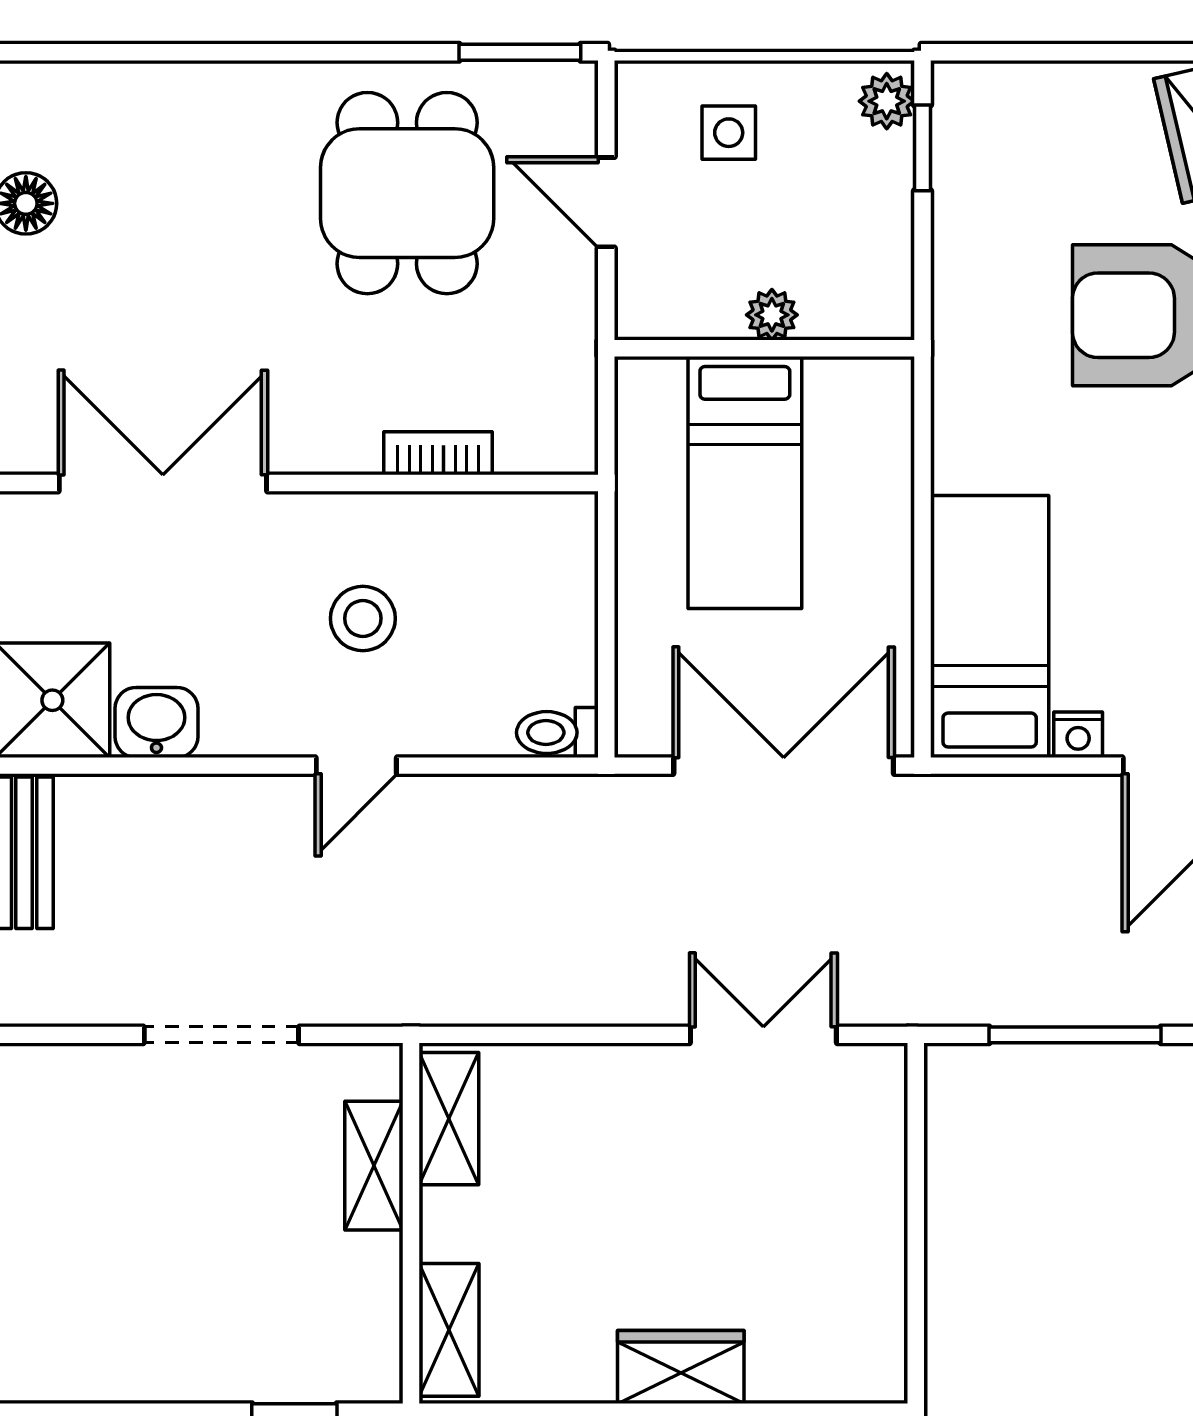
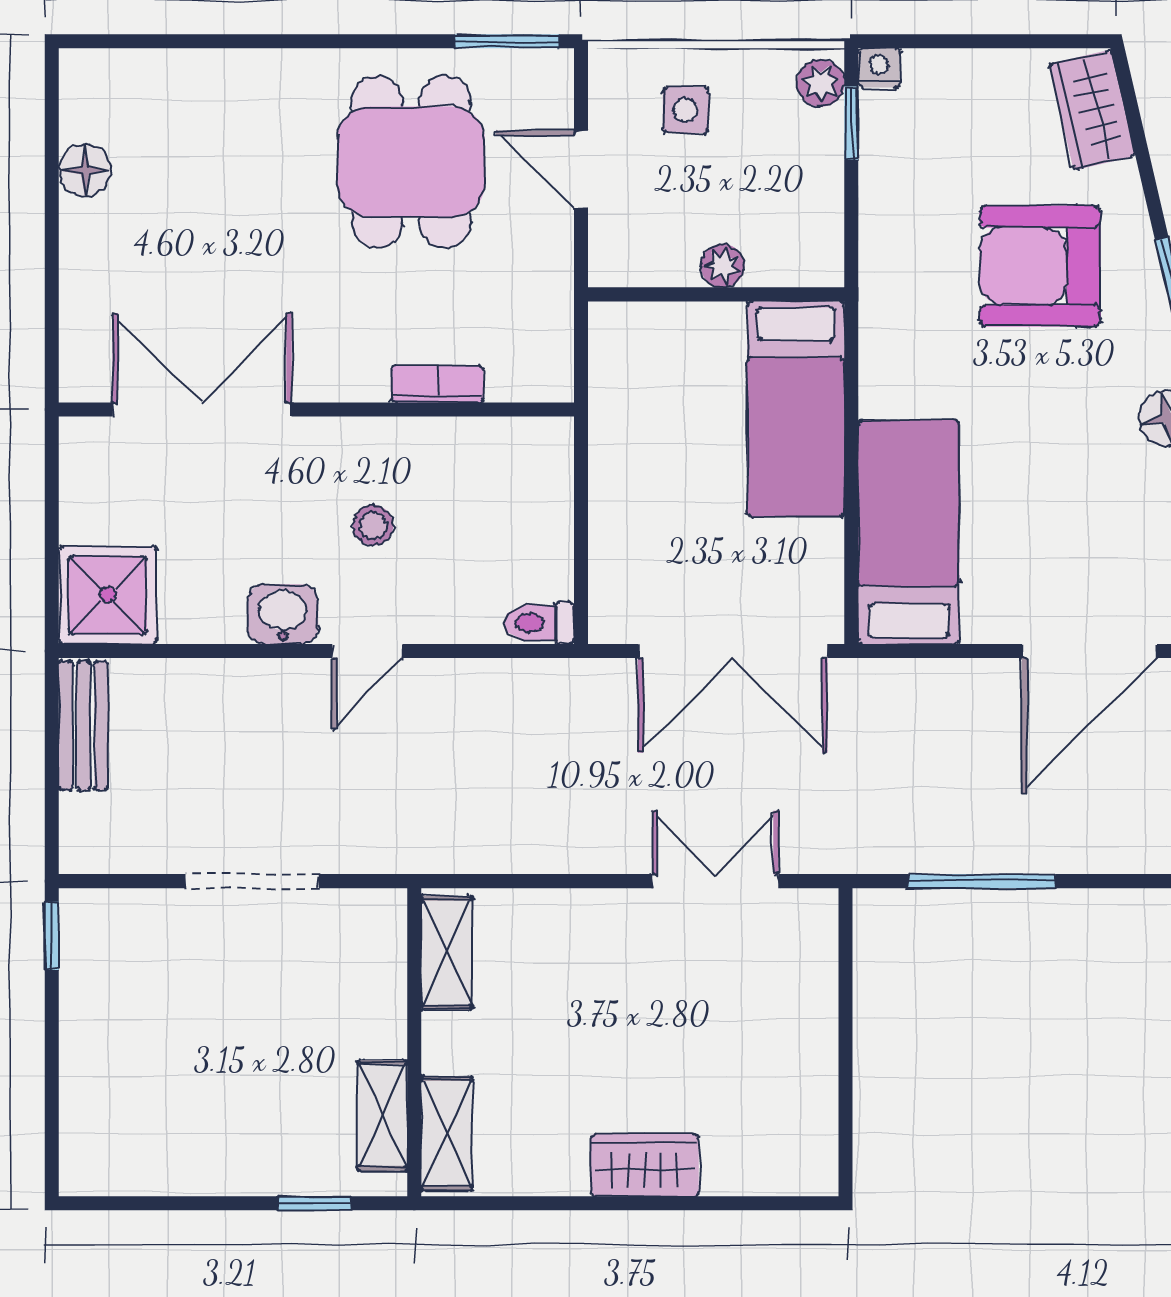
bed: (745, 482) -> (796, 409), moved
stool: (363, 618) -> (373, 525), width x0.73, depth x0.73
washbasin: (156, 722) -> (283, 614), moved
nightstand: (1078, 735) -> (879, 68), moved, turned 180
double door: (784, 766) -> (733, 651), swing flipped
shelving: (374, 1166) -> (382, 1115), moved

